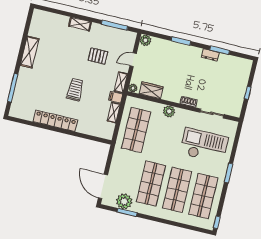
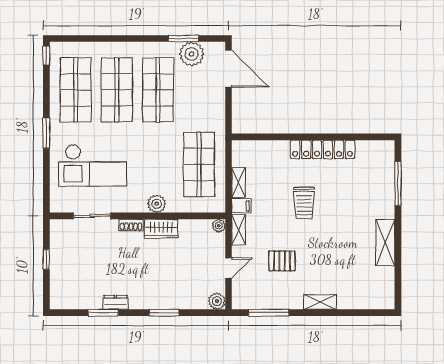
wardrobe: (151, 90) -> (161, 229), moved

